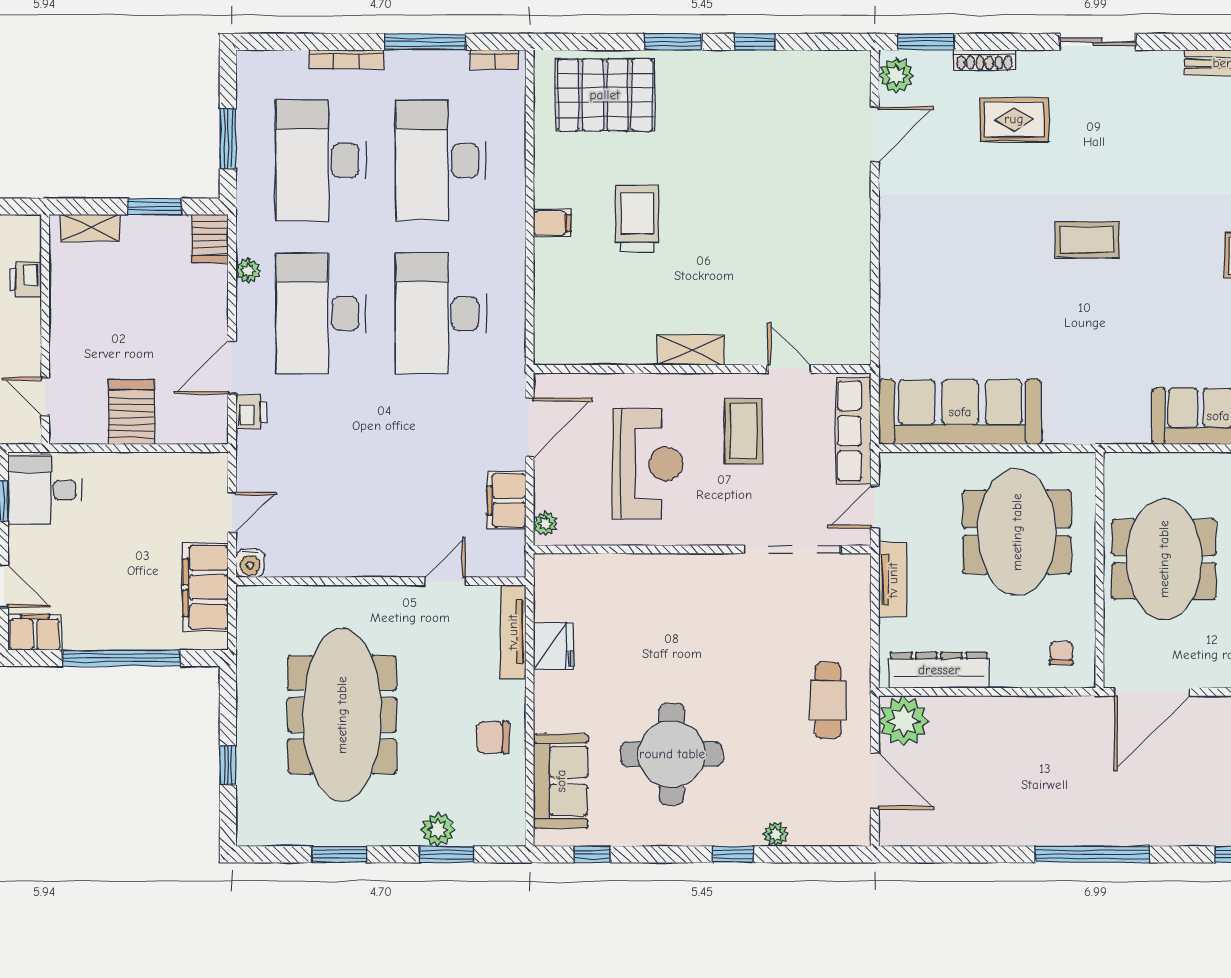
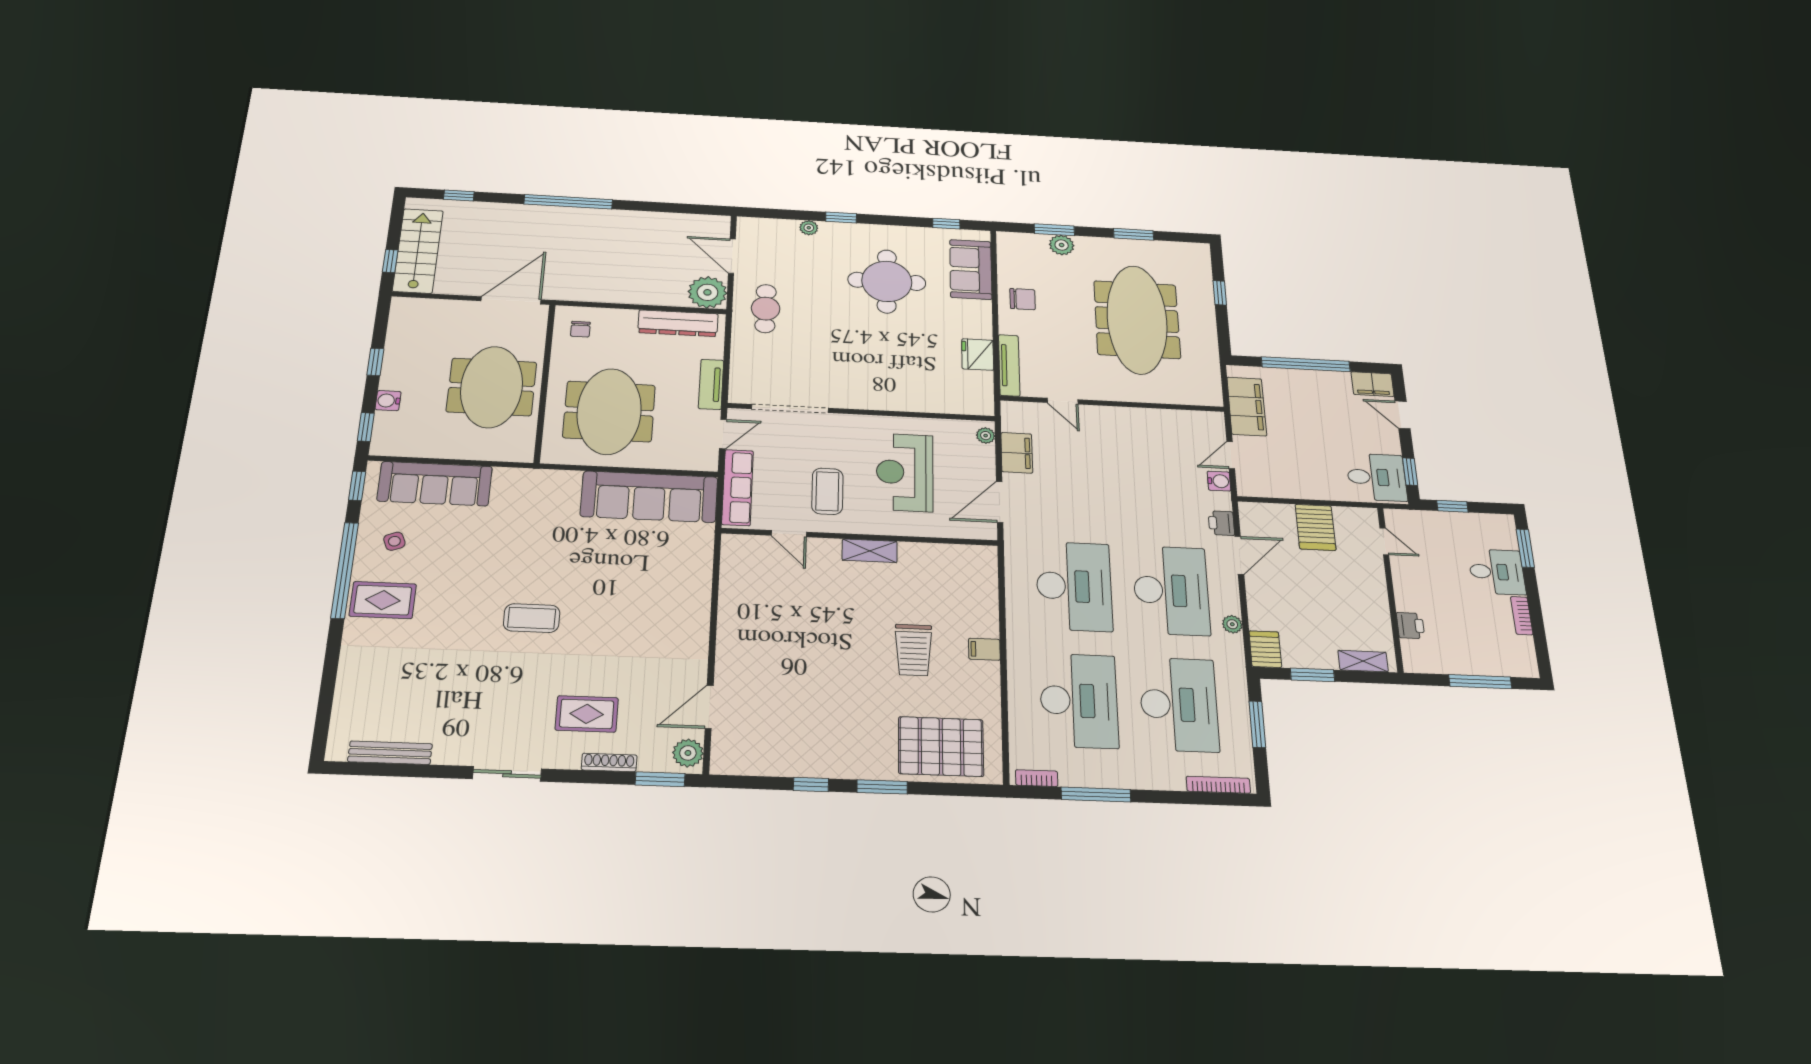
bookcase: (347, 59) -> (1218, 785), moved
water cooler: (250, 563) -> (1219, 481), moved, turned 90
door: (445, 581) -> (1063, 401), hinge flipped

